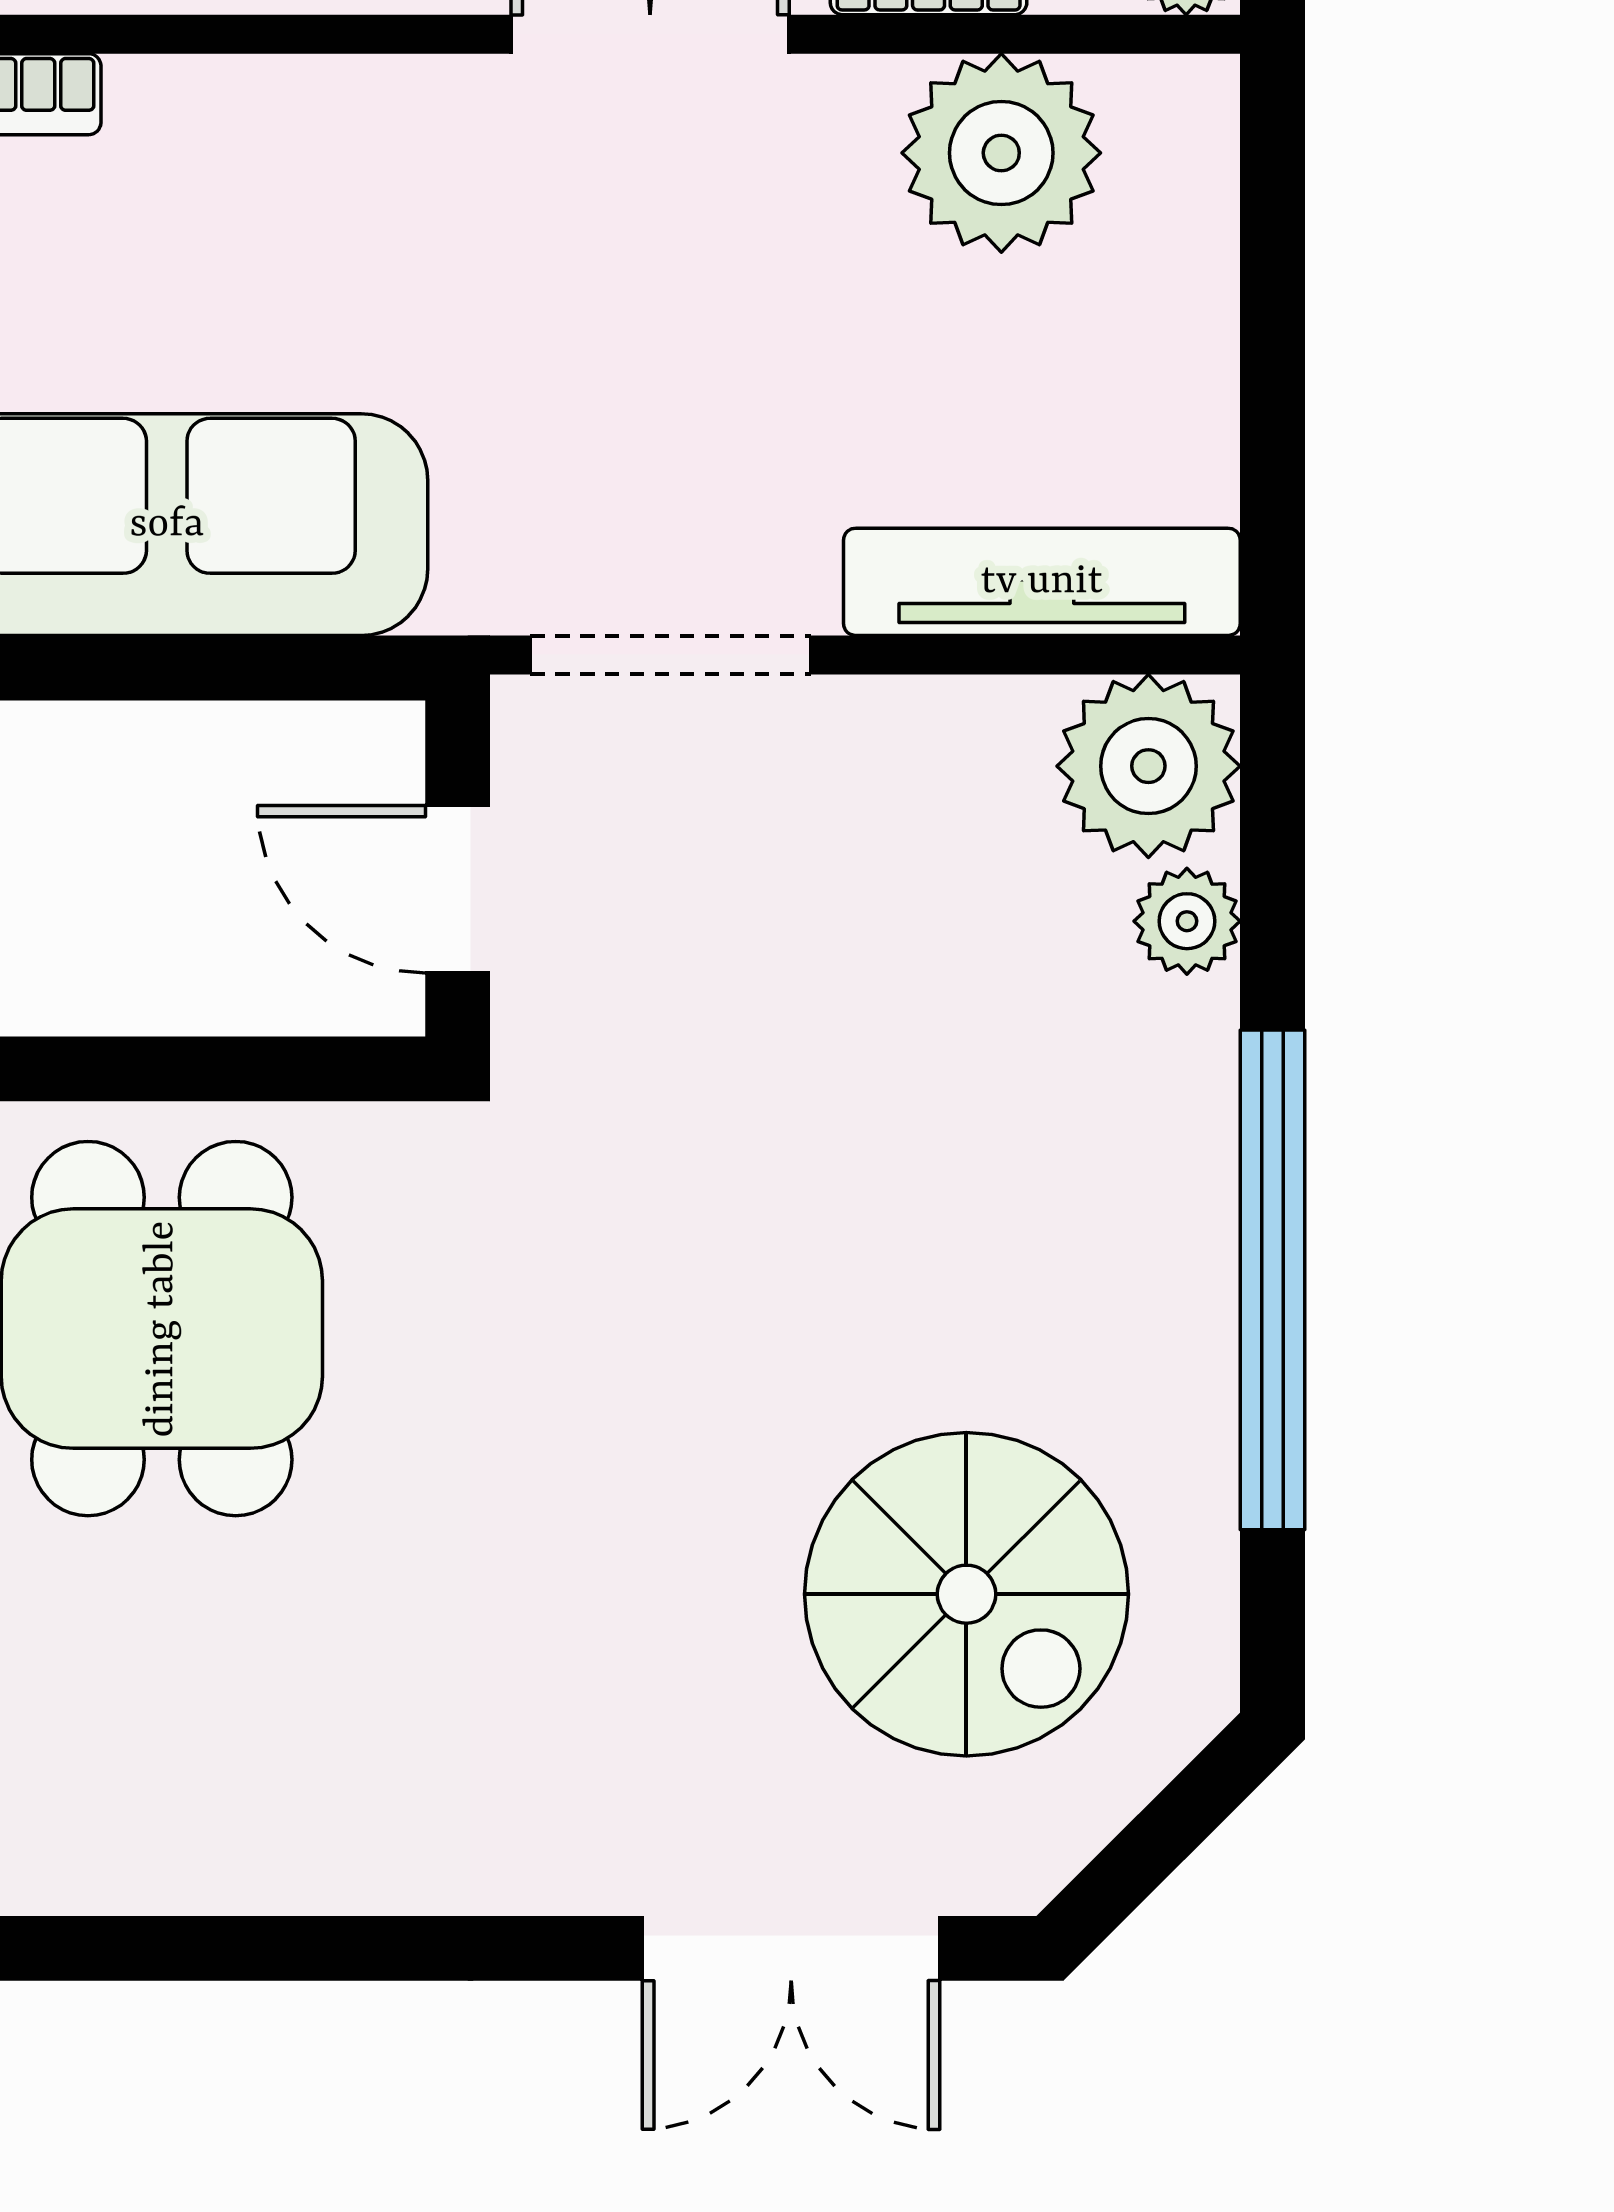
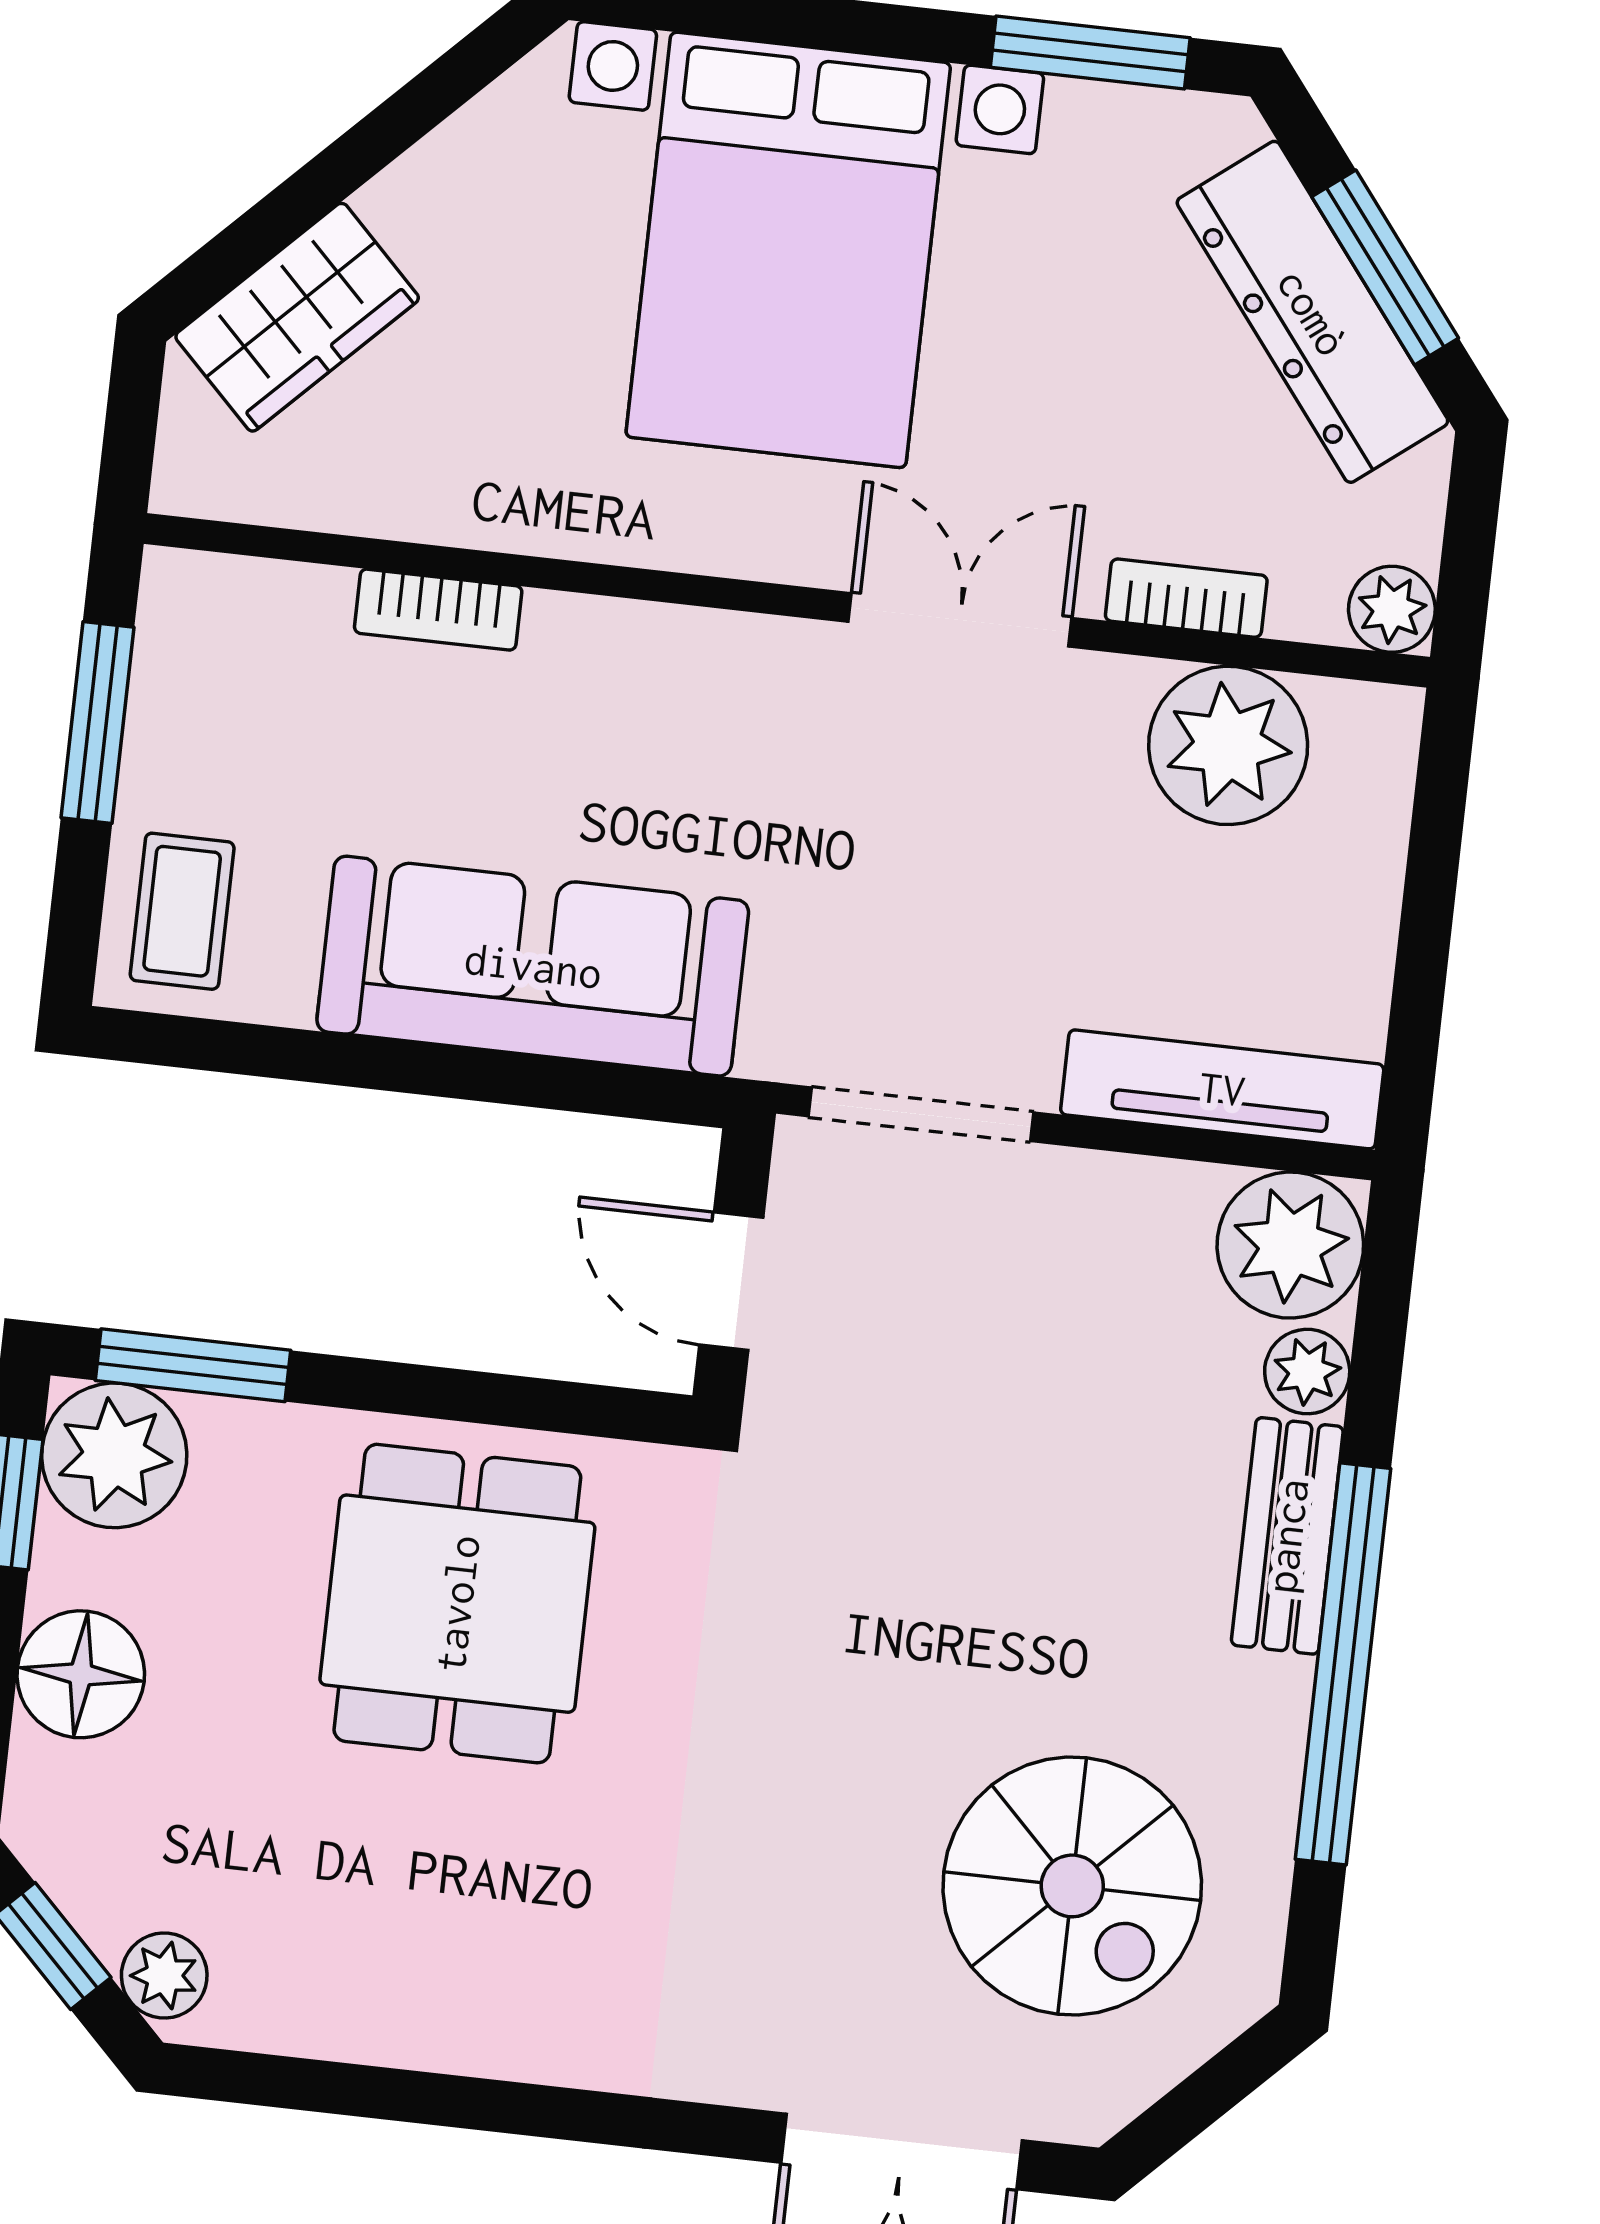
bench: (1185, 1128) -> (1287, 1536), added

